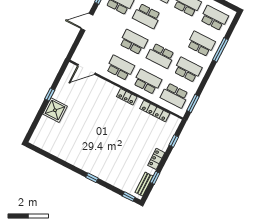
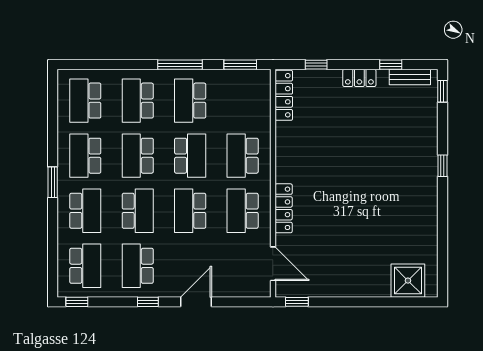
door: (87, 22) -> (196, 302), swing flipped
window: (220, 50) -> (180, 65), moved
window: (50, 95) -> (297, 302), moved
school desk: (175, 96) -> (138, 156), moved, turned 180
locker: (127, 97) -> (284, 208), moved, width x1.53
shower: (55, 110) -> (408, 281), moved
locker: (155, 111) -> (284, 95), moved

